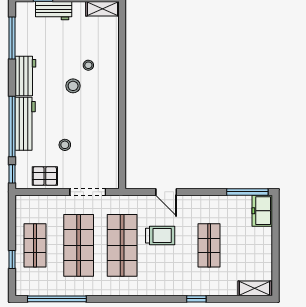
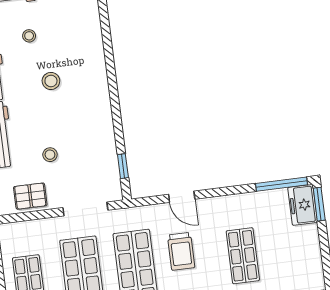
stool: (88, 65) -> (29, 36), moved
window: (122, 161) -> (123, 166), added
window: (276, 212) -> (319, 204), added
trolley: (160, 236) -> (181, 251), turned 90

